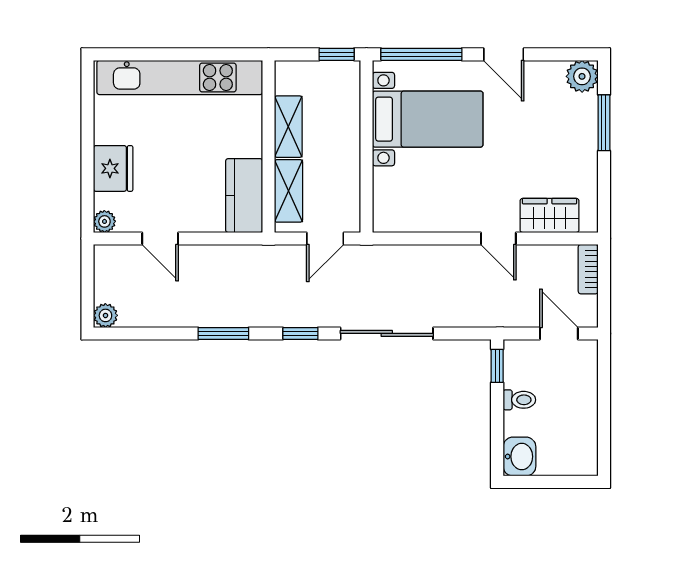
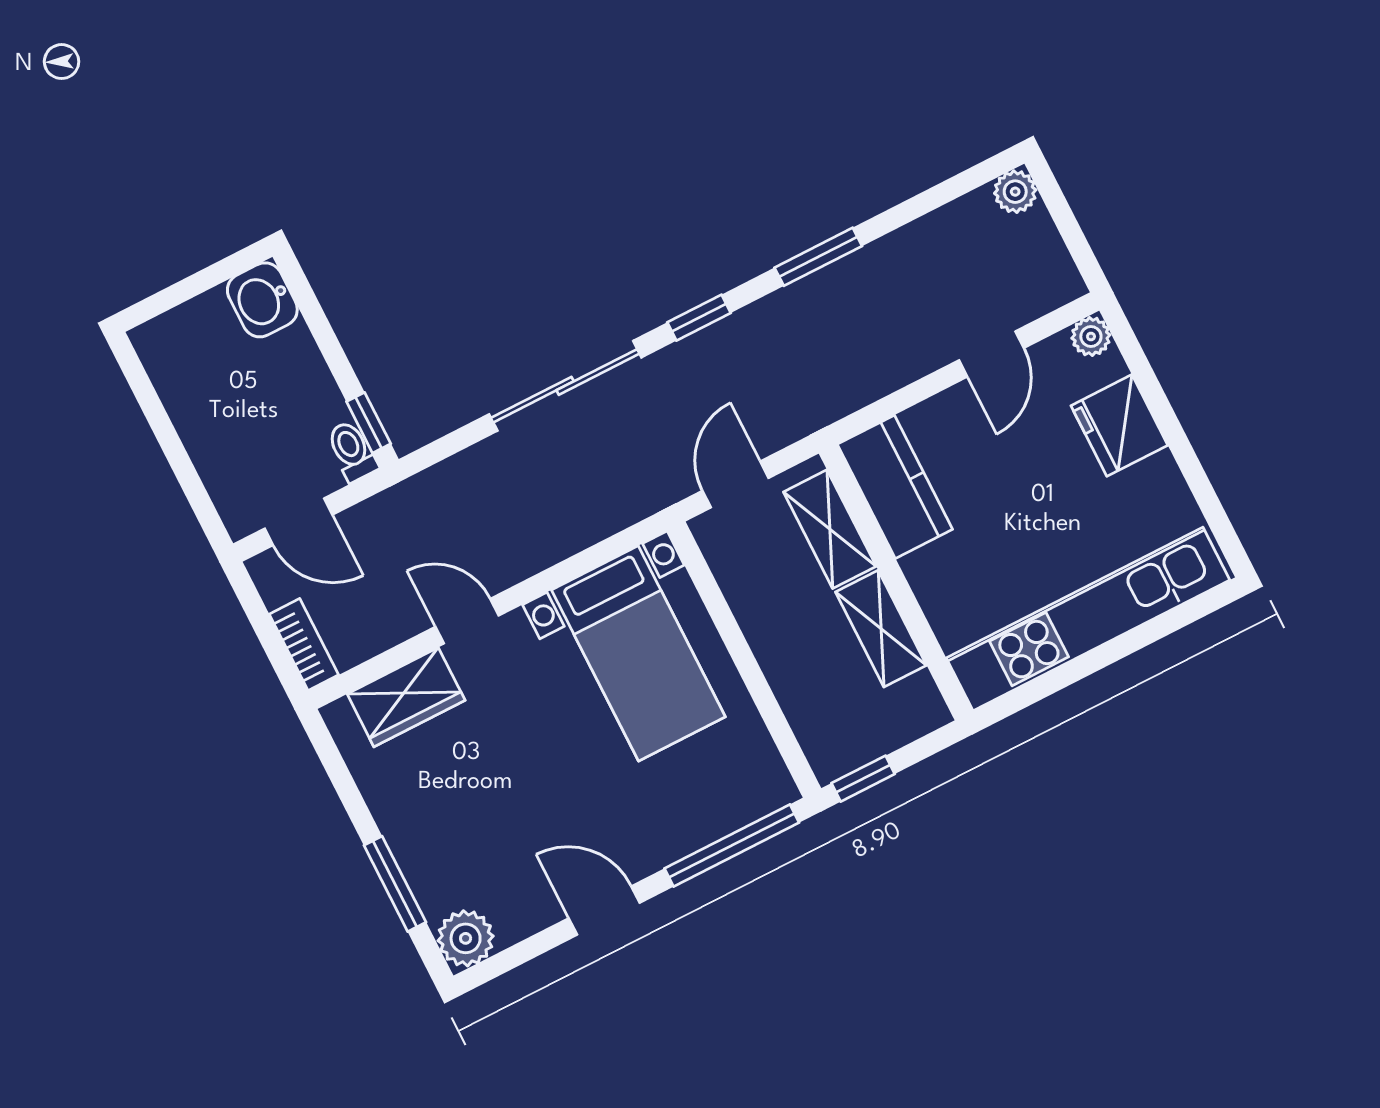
bed with nightstands: (428, 119) -> (638, 653), moved, turned -90
door: (160, 238) -> (991, 354), swing flipped
toilet: (519, 400) -> (352, 451), moved, turned 90

